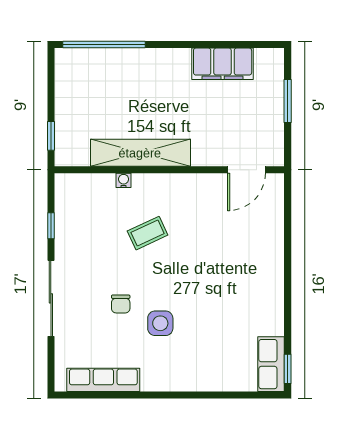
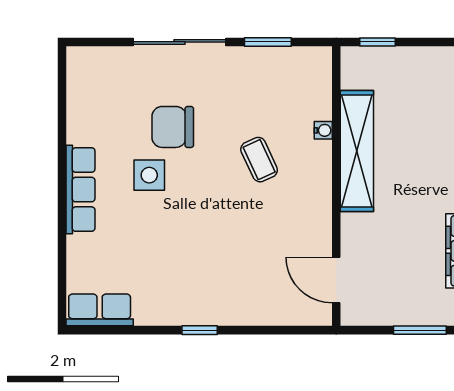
window: (51, 226) -> (268, 42), width x1.50
chair: (121, 304) -> (173, 127), width x1.87, depth x1.87
window: (288, 369) -> (200, 330), moved
row of seats: (103, 380) -> (80, 190), moved

